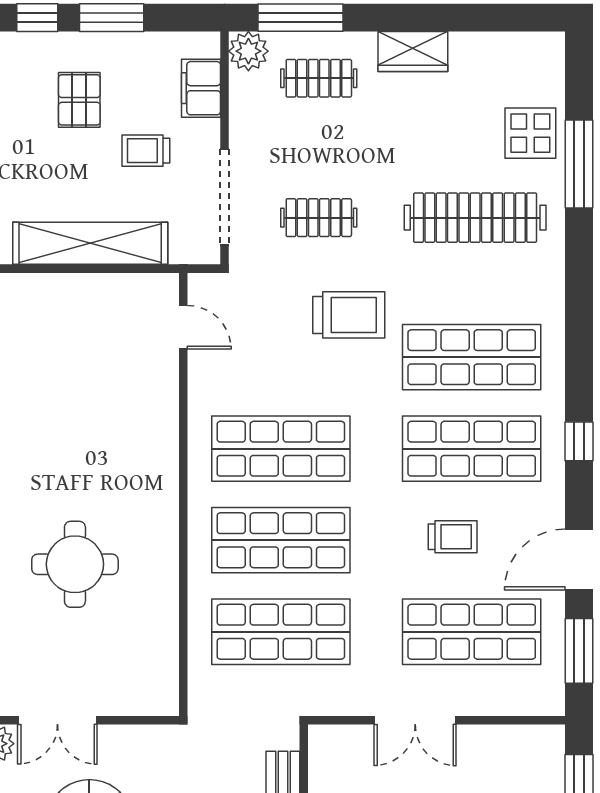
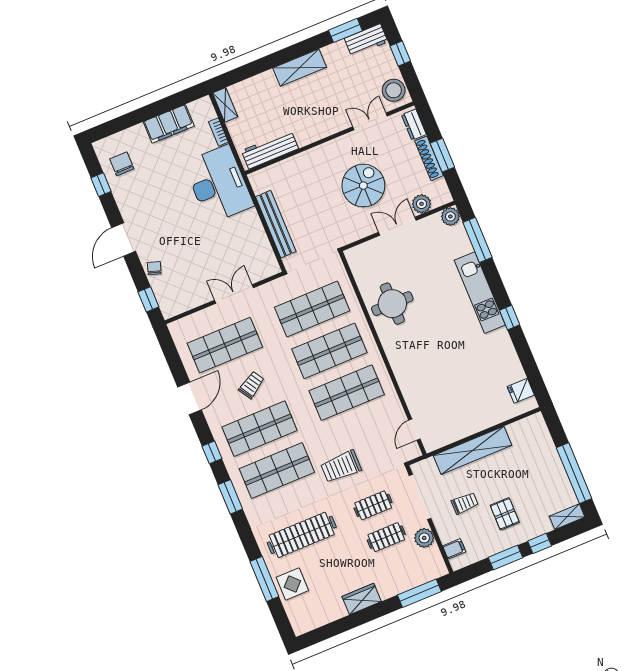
plant: (248, 51) -> (424, 538), moved
clothes rail: (319, 78) -> (386, 537), moved
filing cabinet: (201, 88) -> (454, 549), width x0.50
door: (183, 327) -> (414, 430), hinge flipped
trolley: (453, 537) -> (252, 385), turned 148
round table: (75, 564) -> (392, 304), moved
window: (579, 651) -> (230, 497), moved

